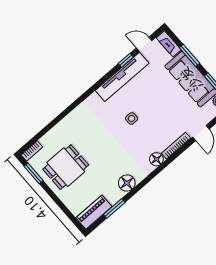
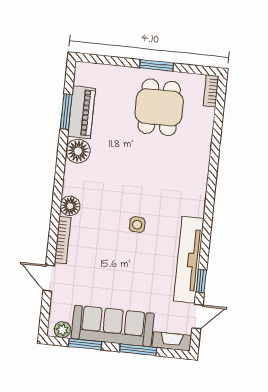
window: (34, 173) -> (157, 65), moved
piano: (94, 212) -> (81, 112), moved

